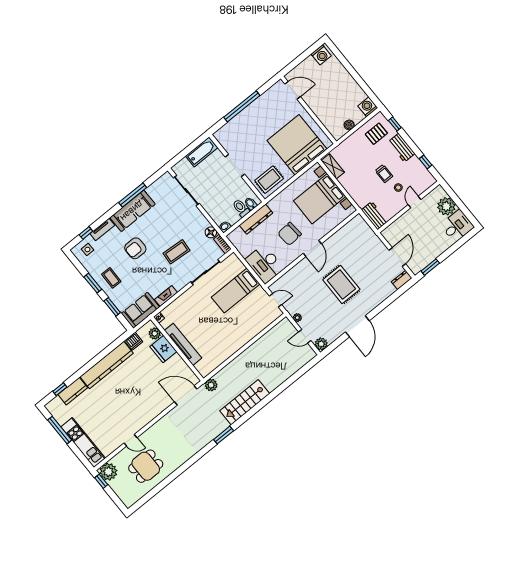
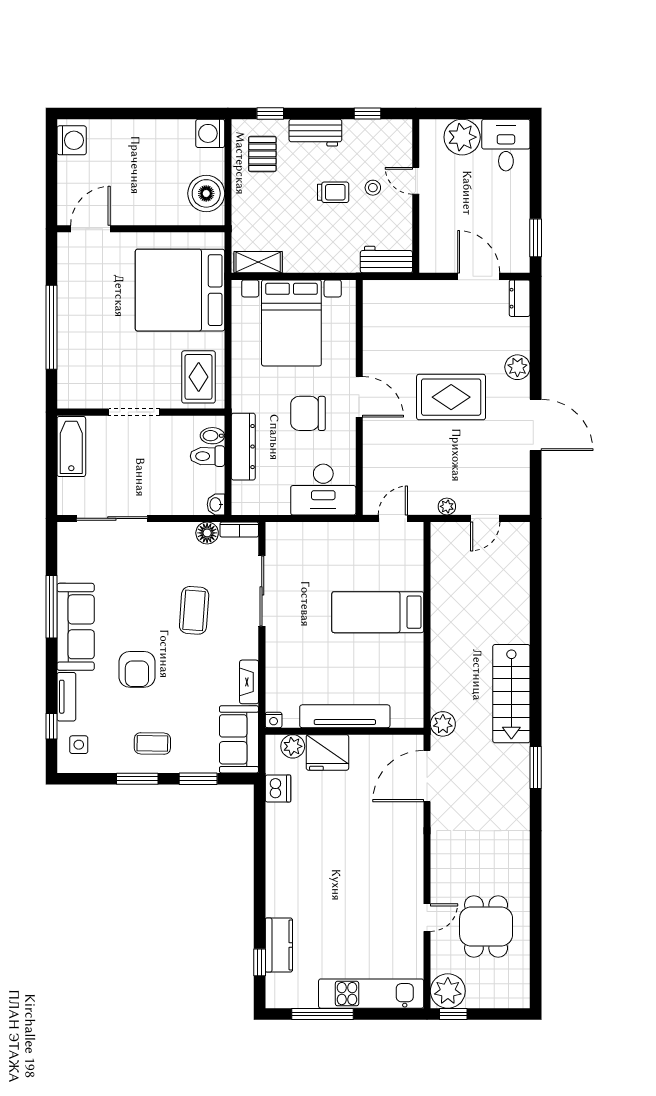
boiler: (349, 125) -> (206, 193), width x1.86, depth x1.86
chair: (290, 234) -> (308, 413), turned 94
bed: (236, 291) -> (378, 612), moved, turned 90
plant: (321, 344) -> (517, 367), moved
kitchen counter: (107, 365) -> (281, 860), removed

